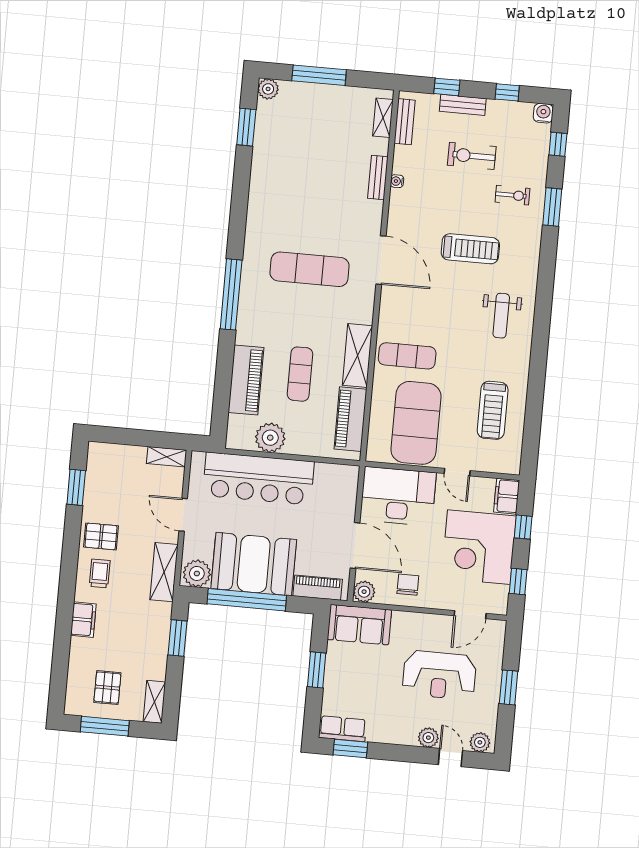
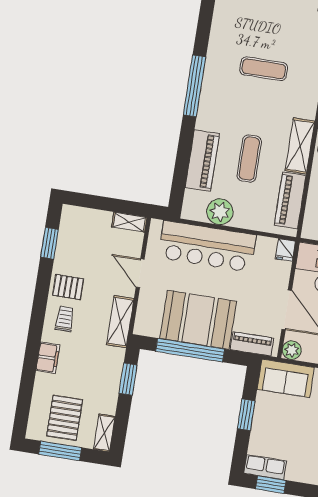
exercise mat: (310, 269) -> (264, 69), width x0.73, depth x0.69
fridge: (349, 477) -> (285, 250), added
plant: (197, 573) -> (149, 325), removed
pallet: (107, 688) -> (65, 418), width x1.50, depth x1.42

